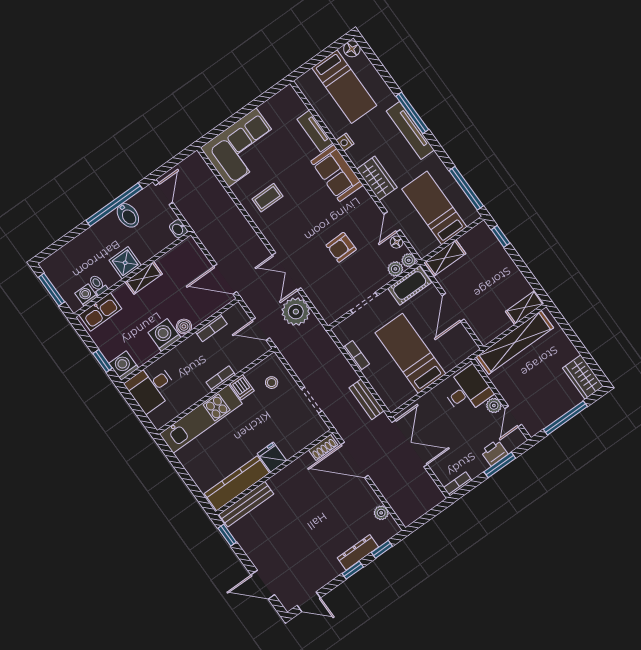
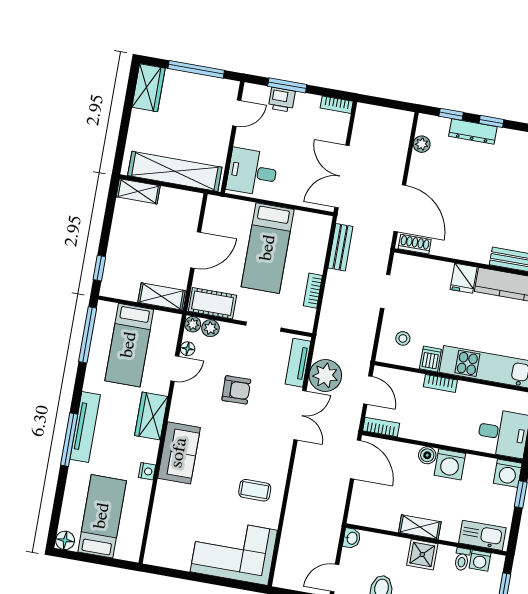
tv unit: (315, 131) -> (298, 363), moved, turned 180
bookcase: (211, 328) -> (381, 427), moved
plant: (494, 405) -> (243, 138), removed

